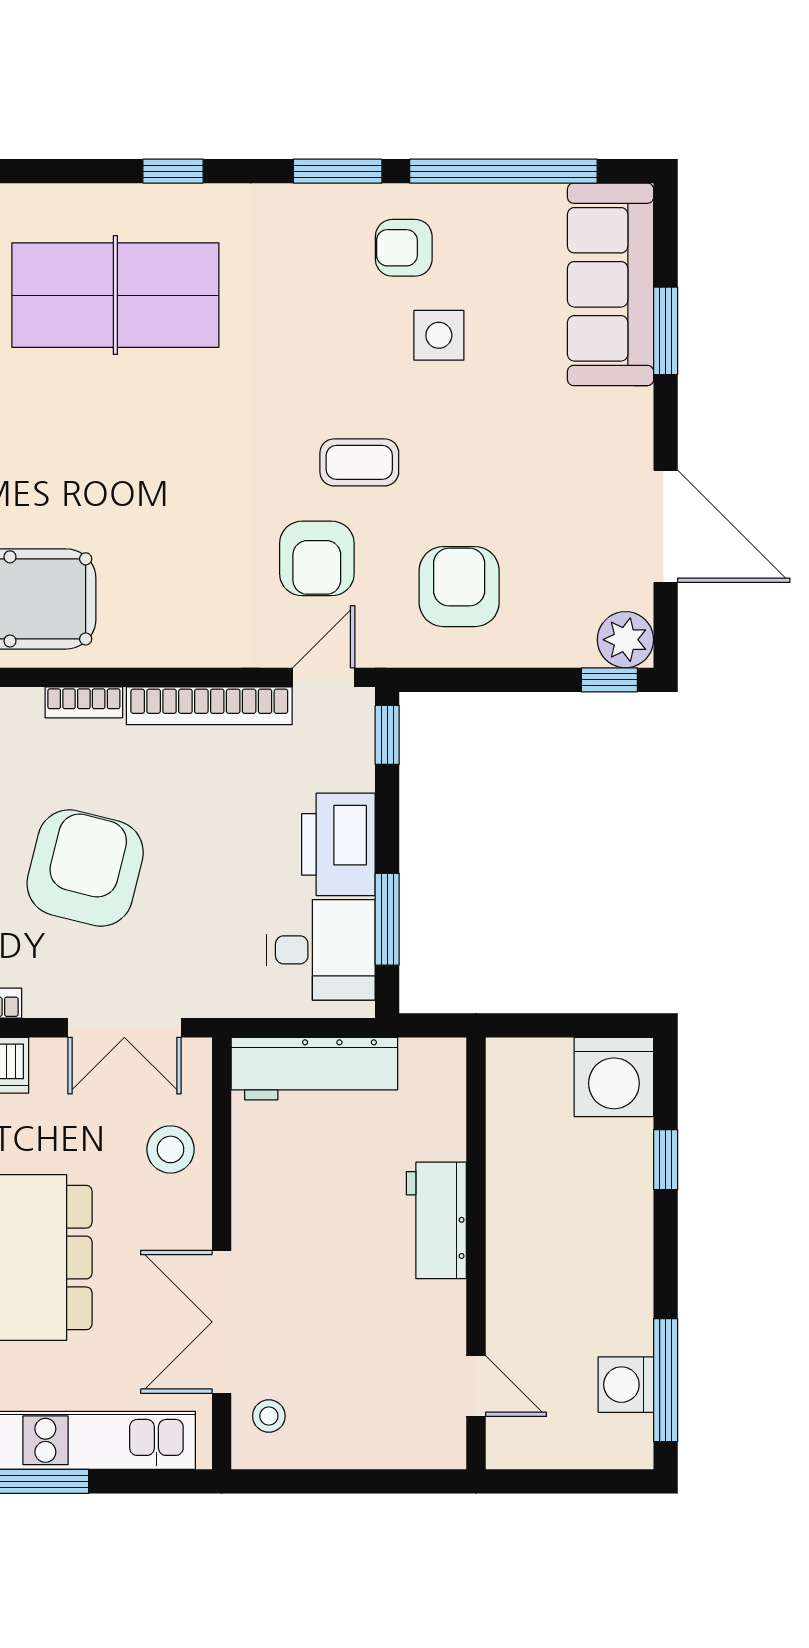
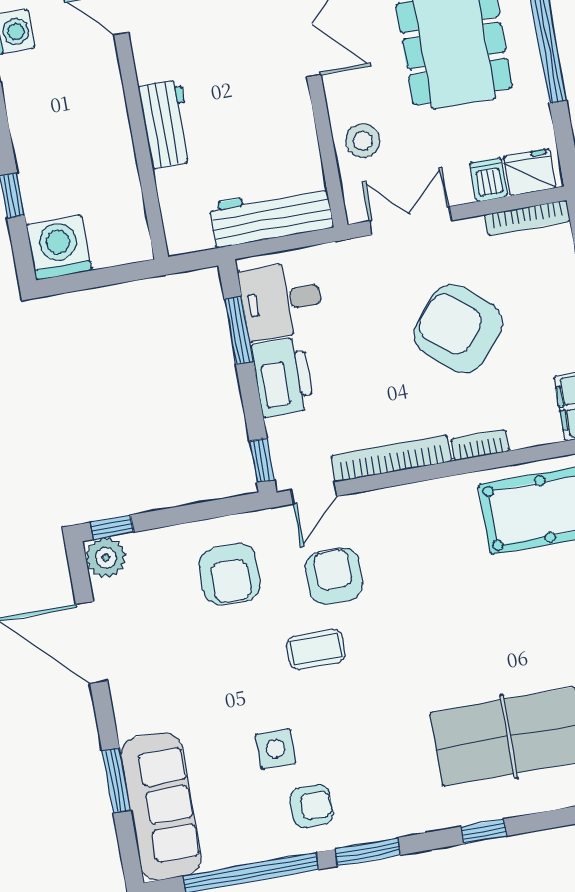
armchair: (85, 868) -> (458, 329), turned 116

